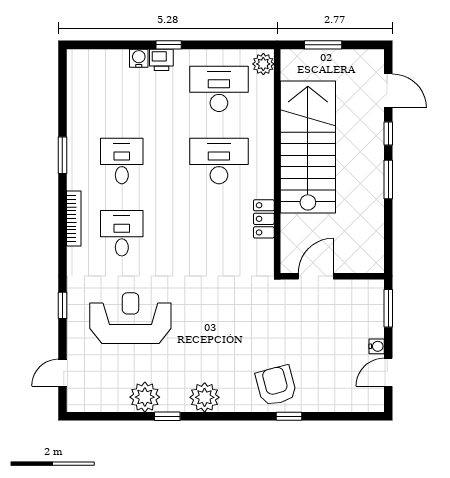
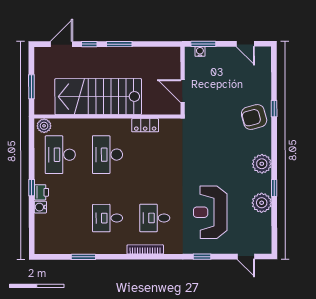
window: (62, 155) -> (83, 257), moved
water cooler: (377, 346) -> (200, 52), moved

